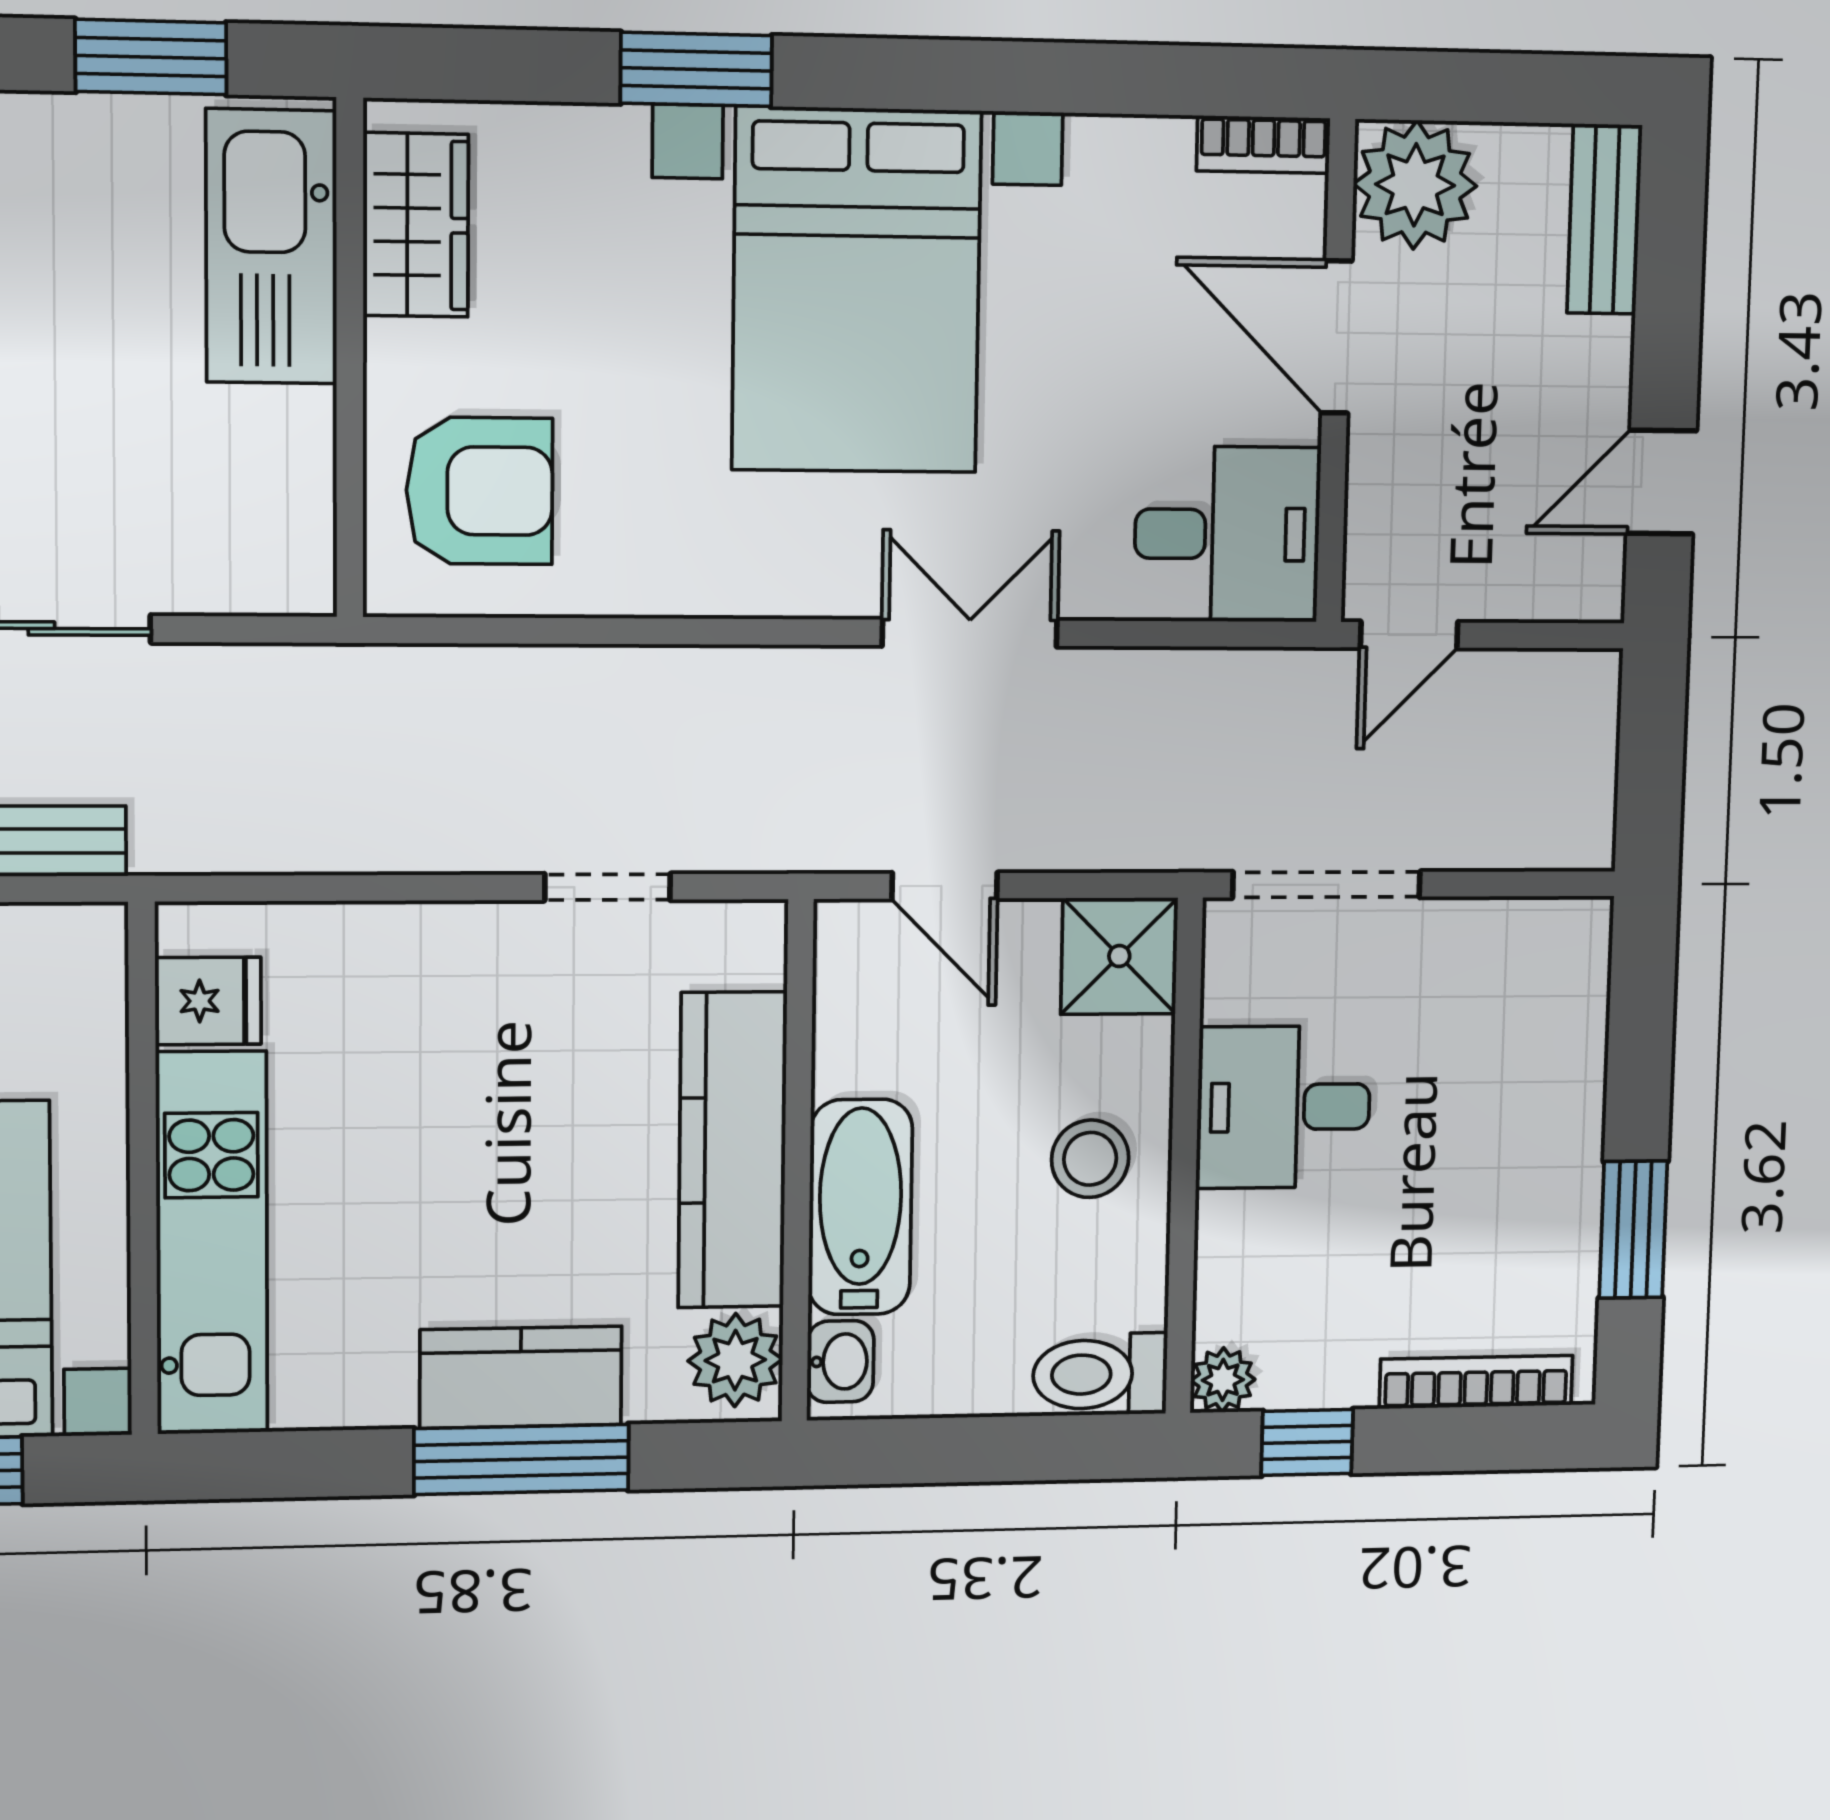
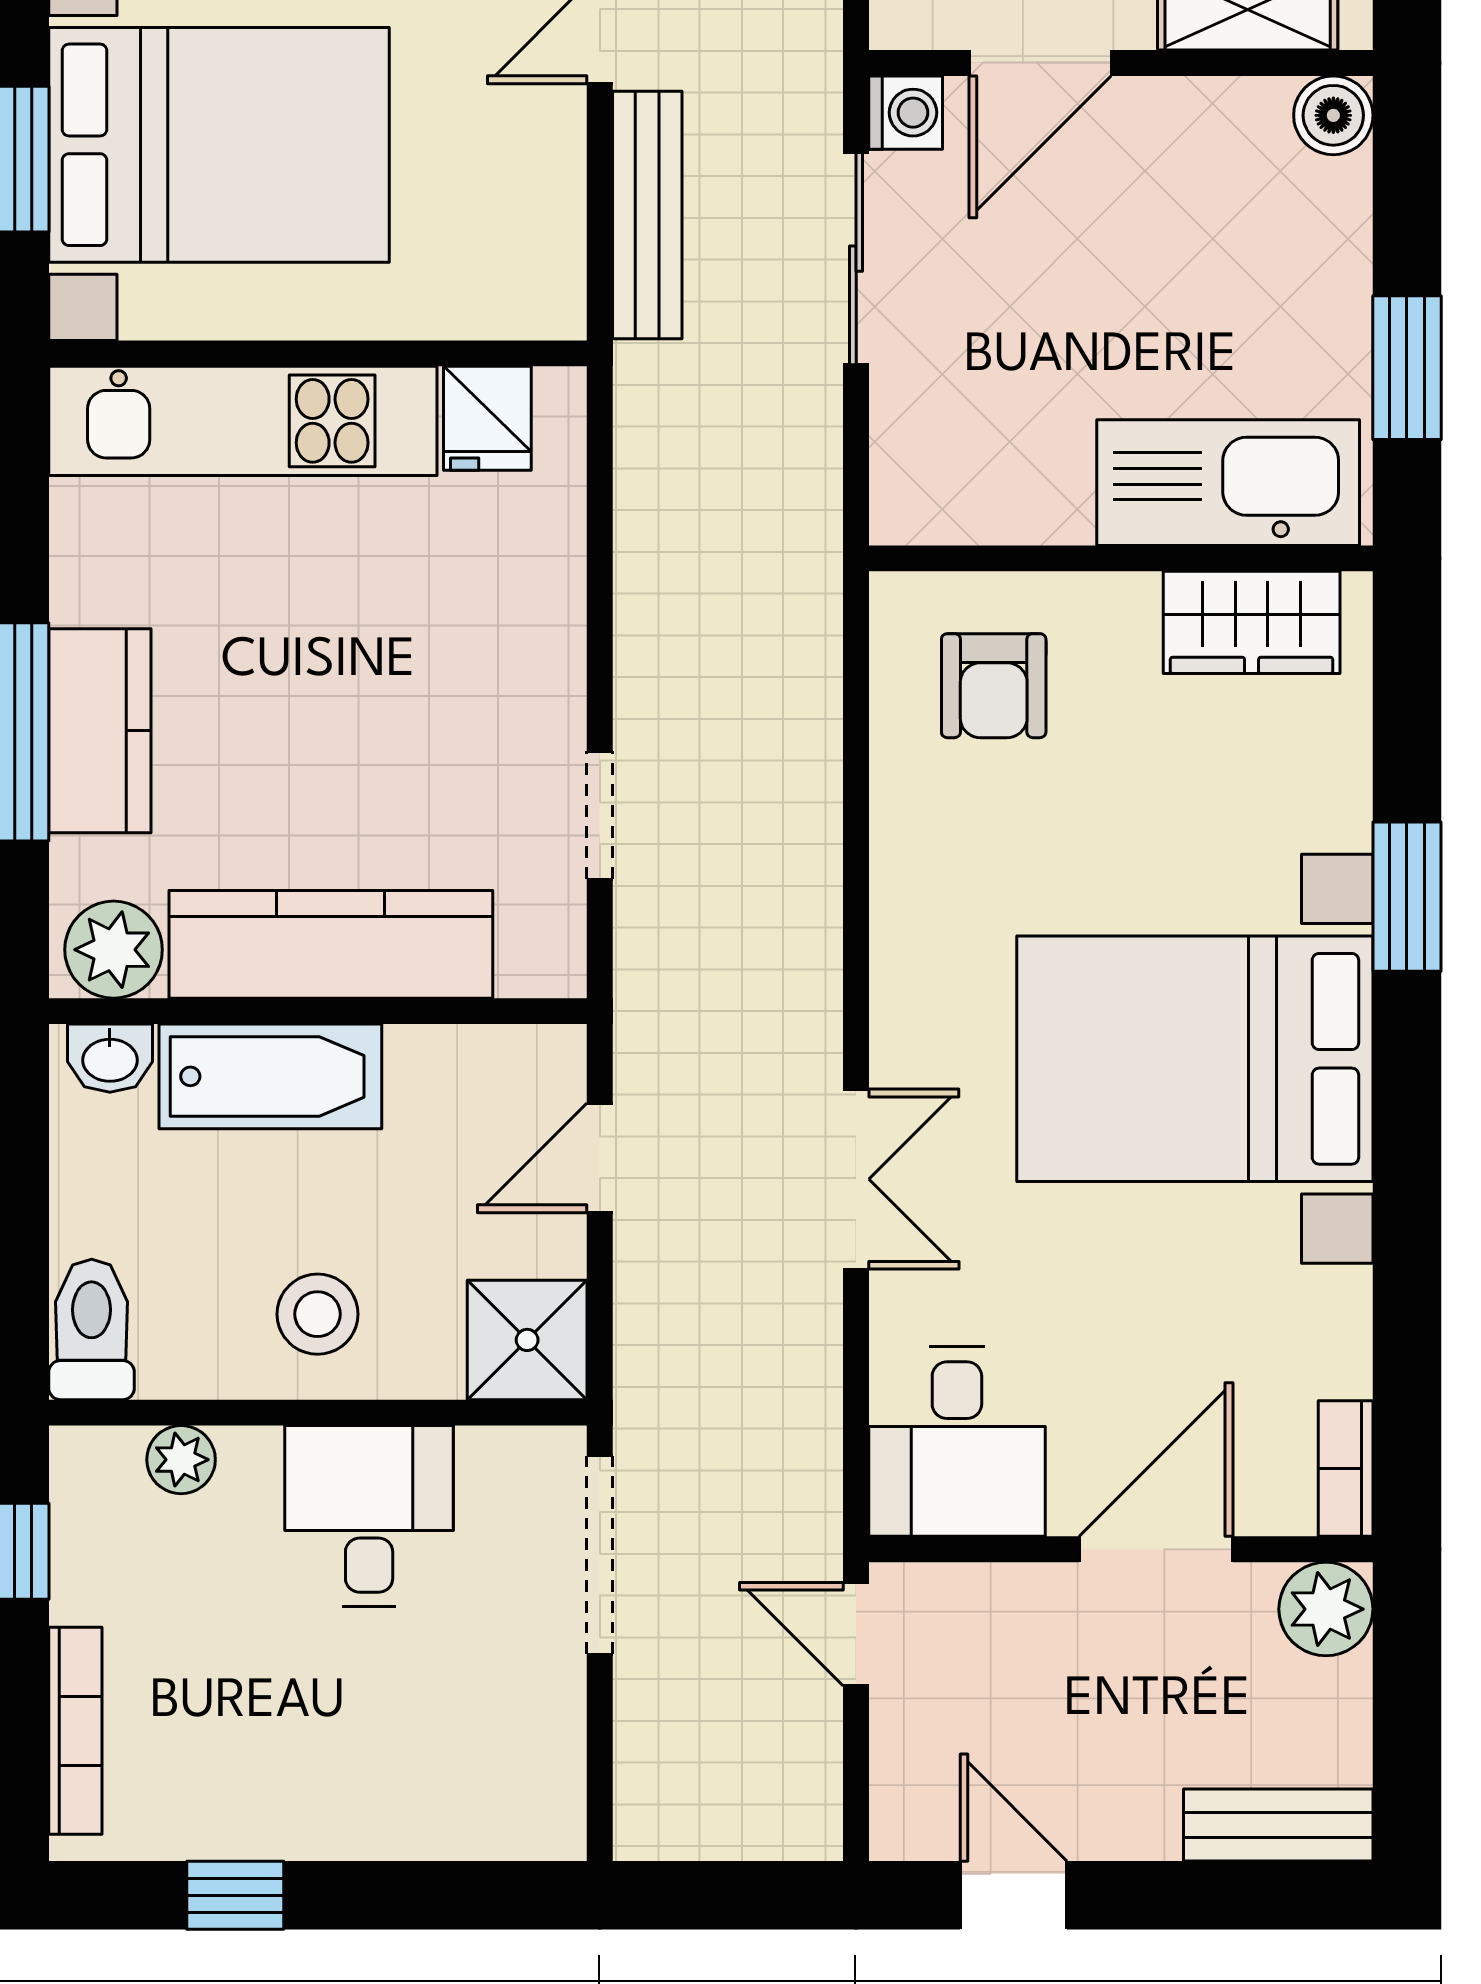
plant: (1415, 185) -> (1326, 1609), width x0.73, depth x0.73
armchair: (479, 491) -> (994, 686), width x0.72, depth x0.72
window: (1633, 1230) -> (235, 1895), width x0.67
plant: (1223, 1380) -> (181, 1460), moved

